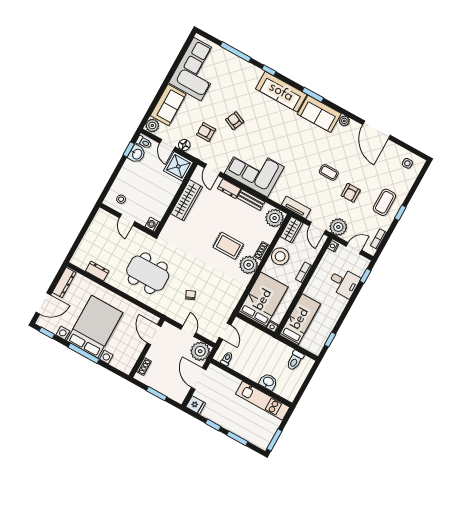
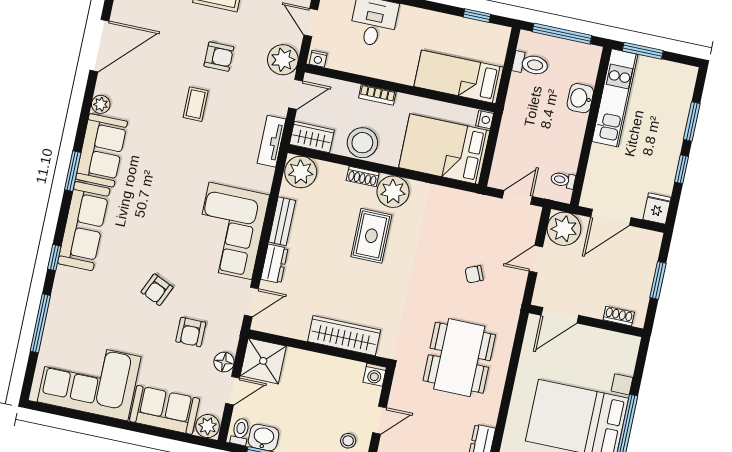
wardrobe: (187, 200) -> (344, 336), moved
window: (306, 383) -> (562, 34), added
window: (274, 440) -> (643, 51), moved

